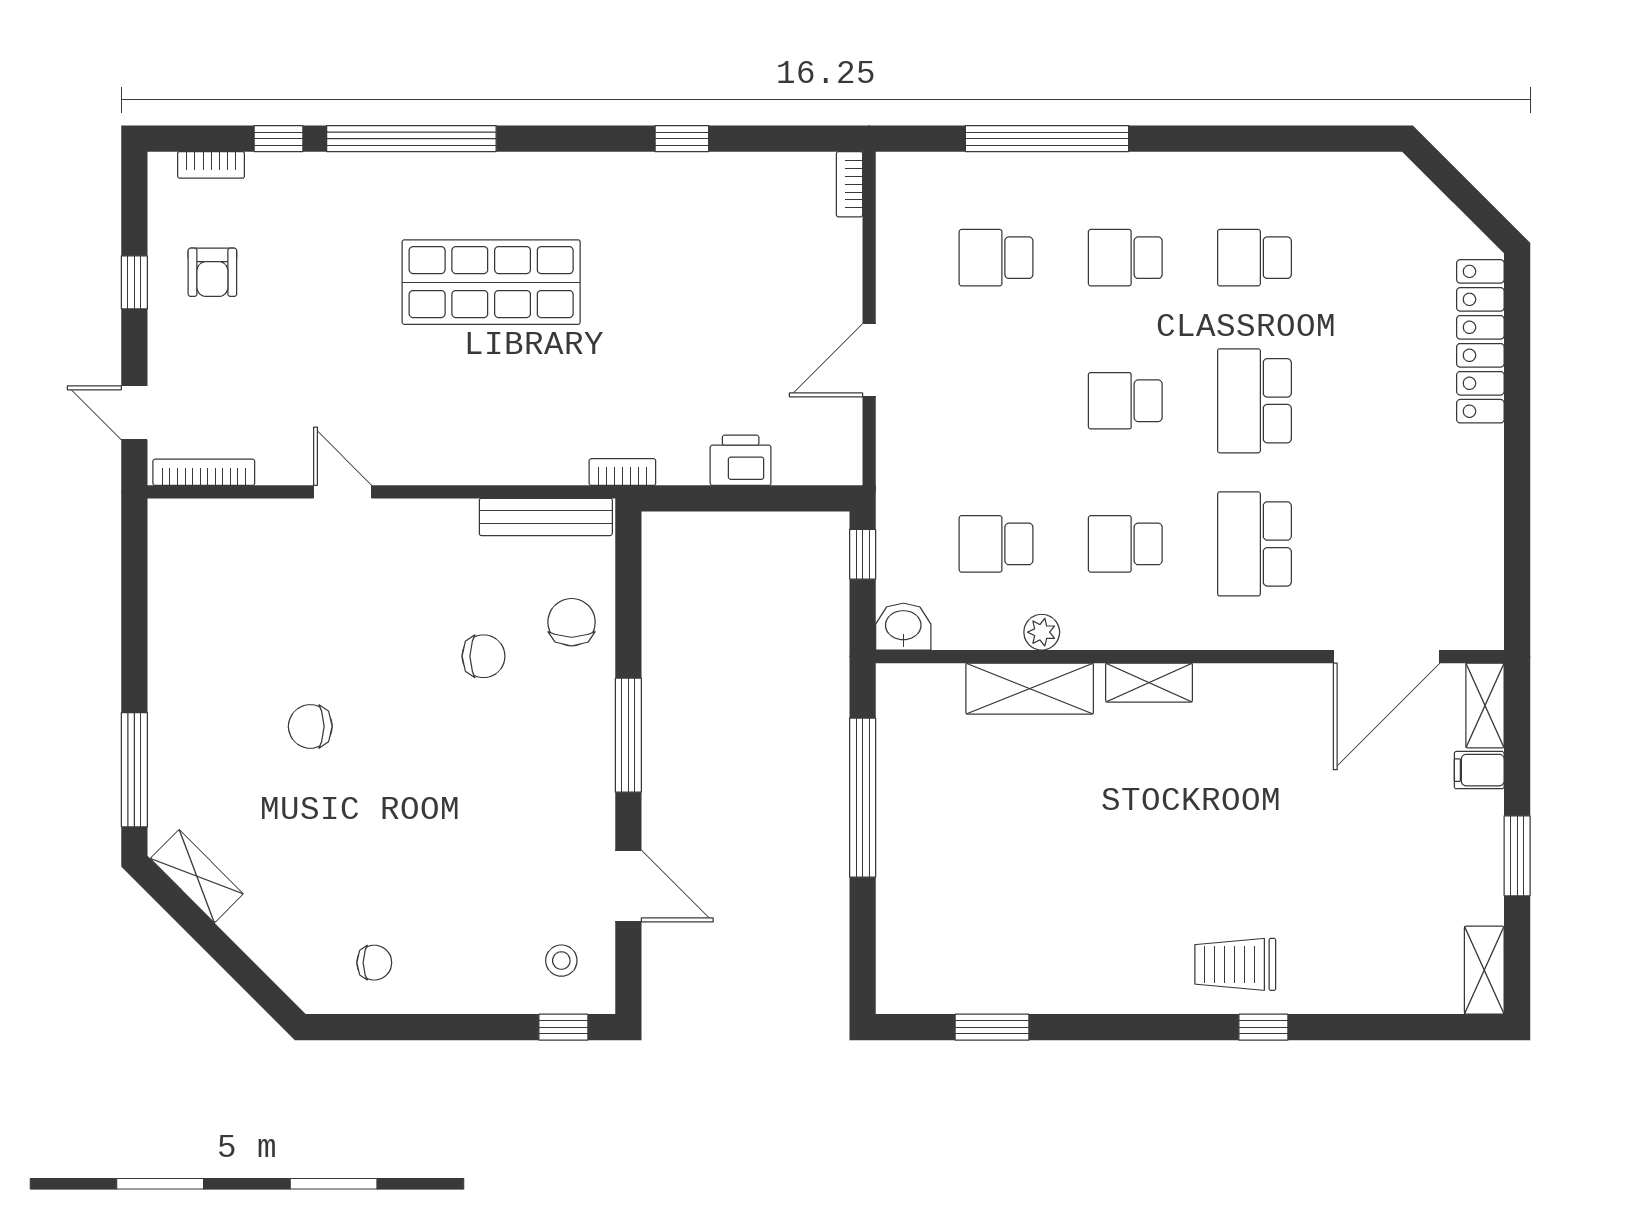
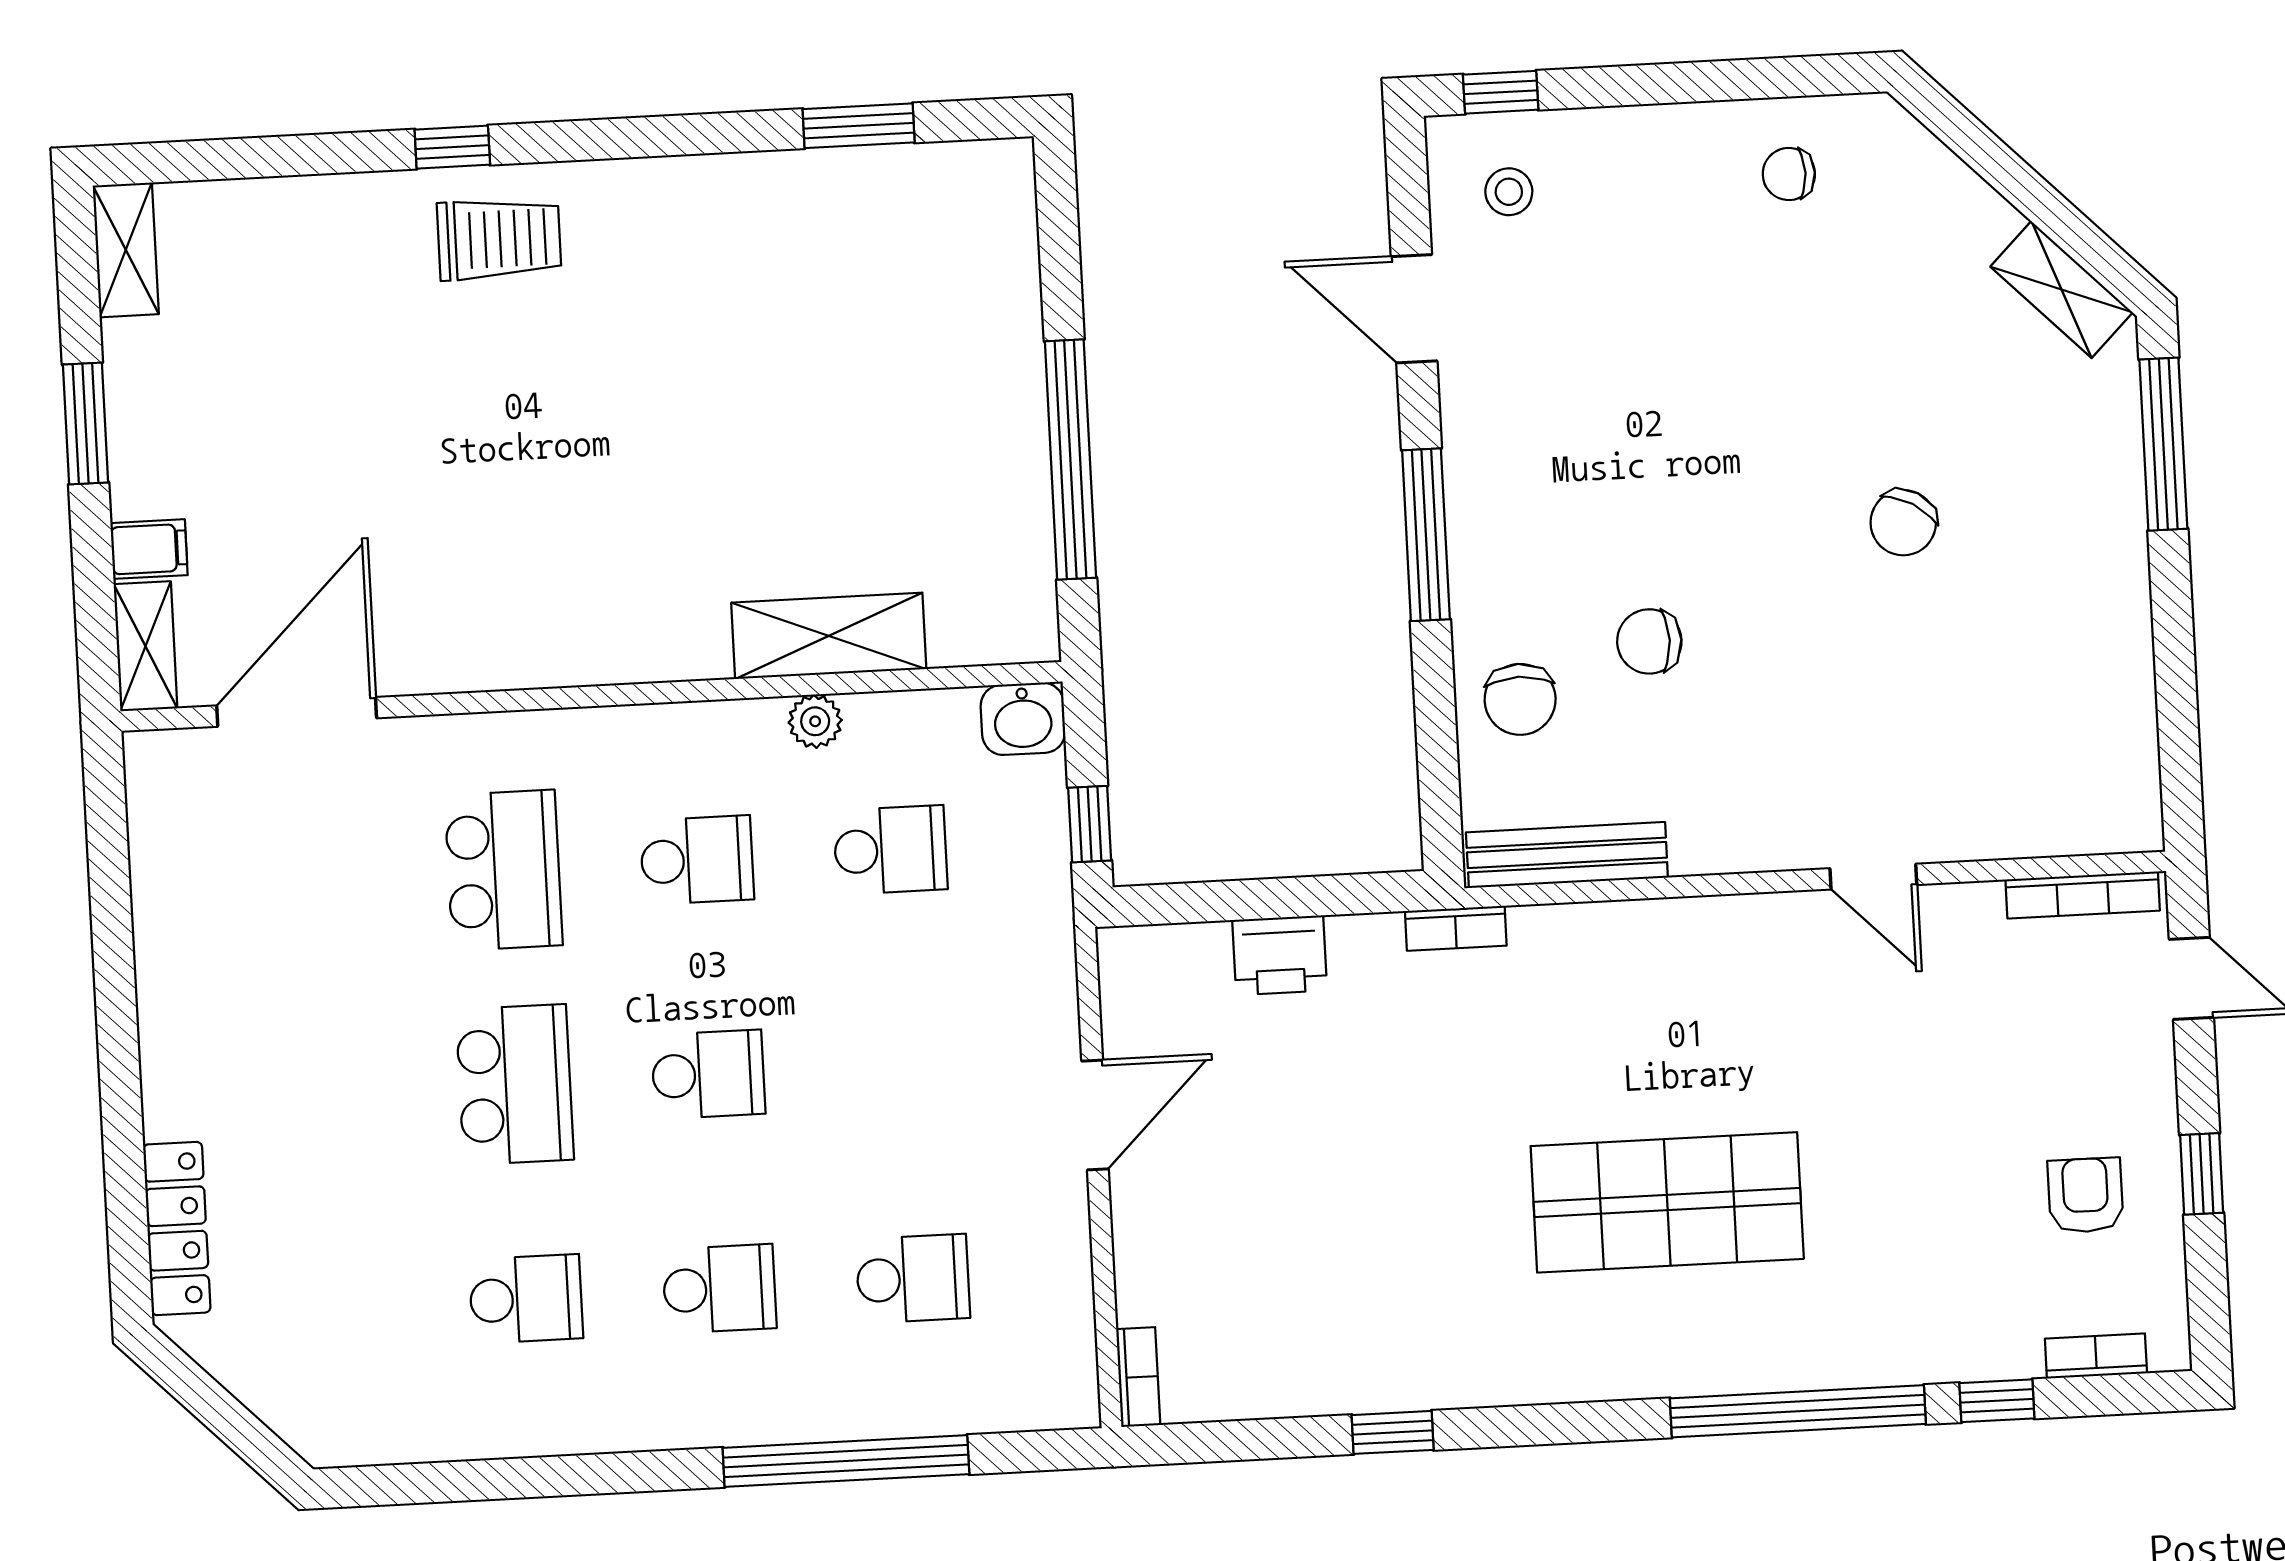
locker: (1480, 341) -> (177, 1228), width x0.71, depth x0.83
shelving: (1149, 683) -> (650, 654), removed
chair: (310, 726) -> (1903, 523), turned 120

